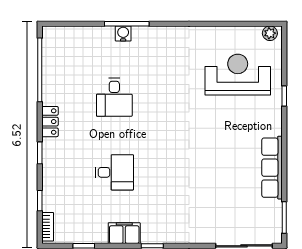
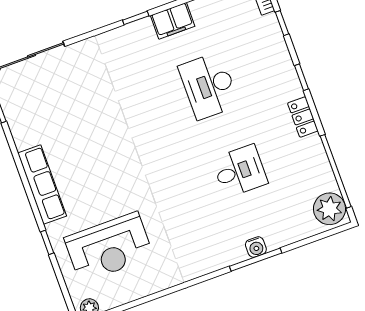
plant: (55, 43) -> (330, 209), added
desk: (114, 97) -> (240, 171), turned 90
row of seats: (272, 168) -> (42, 184), moved
desk: (114, 172) -> (209, 86), width x1.37

